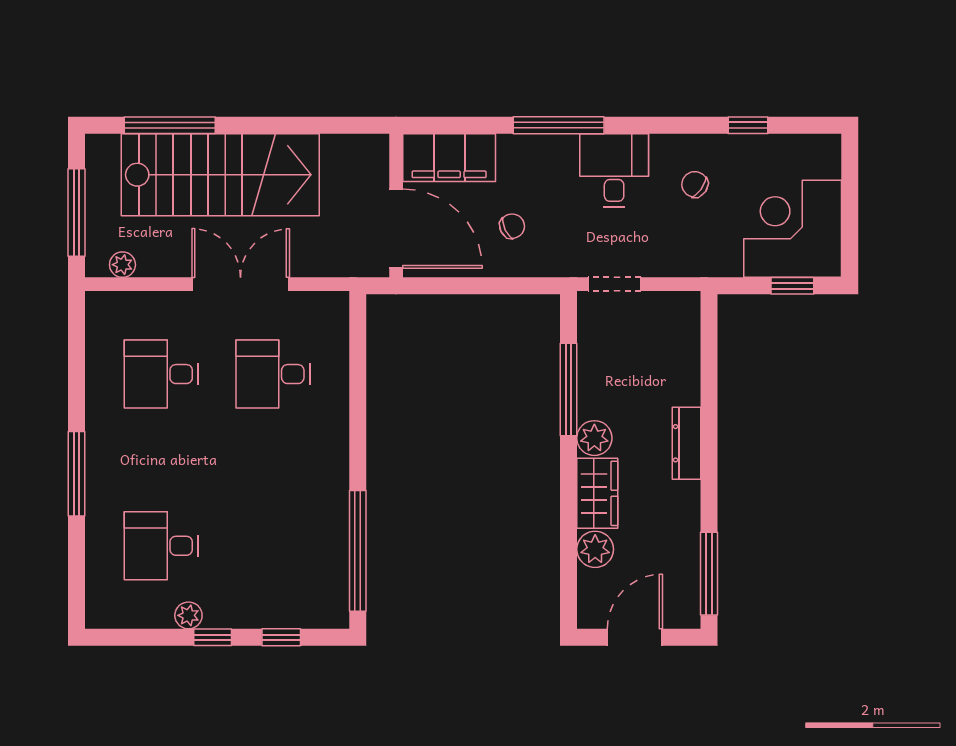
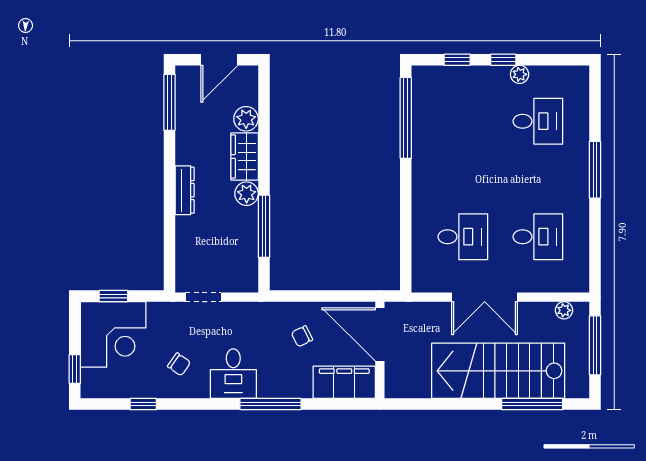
window: (850, 177) -> (75, 369), added
doorway: (615, 284) -> (203, 297), moved

